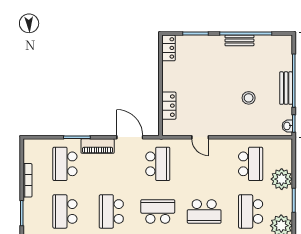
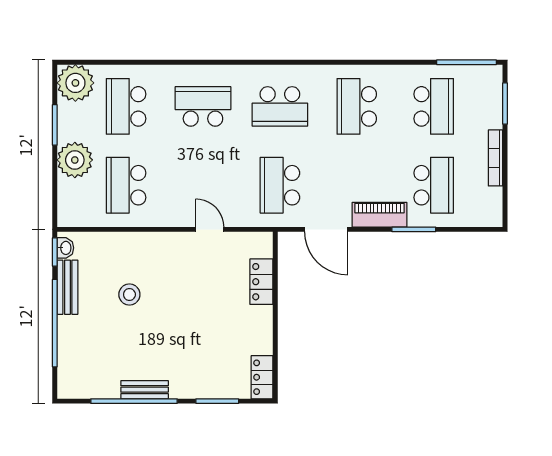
bench: (286, 88) -> (67, 287), moved
school desk: (111, 211) -> (357, 106), turned 180
school desk: (251, 211) -> (126, 106), turned 180

